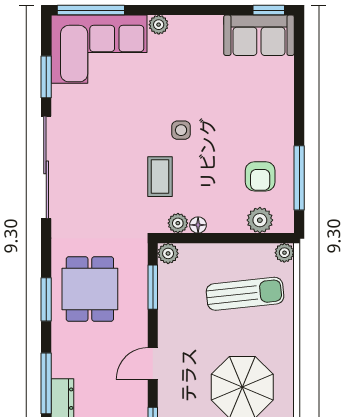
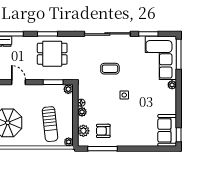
coffee table: (160, 177) -> (110, 69), moved
plant: (178, 223) -> (82, 112), moved

